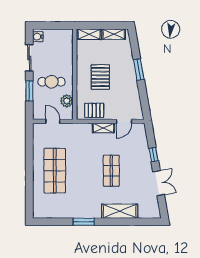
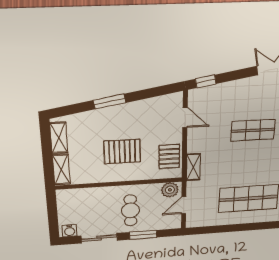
plant: (67, 101) -> (170, 190), moved
shelving: (103, 128) -> (193, 167), moved
window: (154, 155) -> (206, 81), moved

